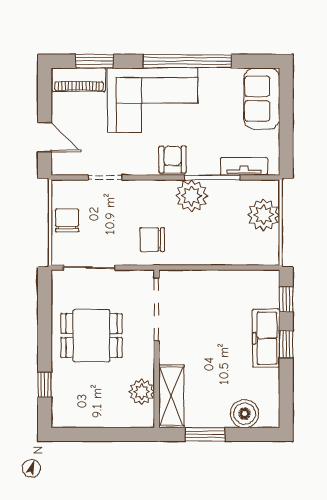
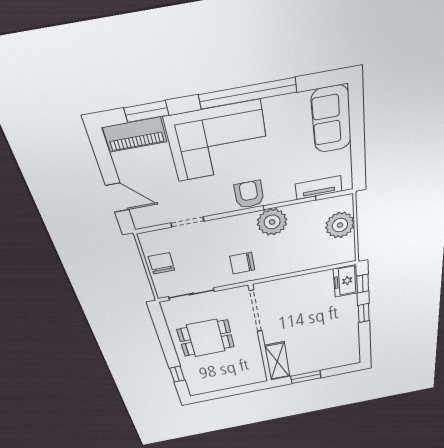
freezer: (266, 338) -> (346, 281), moved, width x0.71
plant: (142, 392) -> (254, 363), removed
boiler: (245, 414) -> (334, 360), removed

